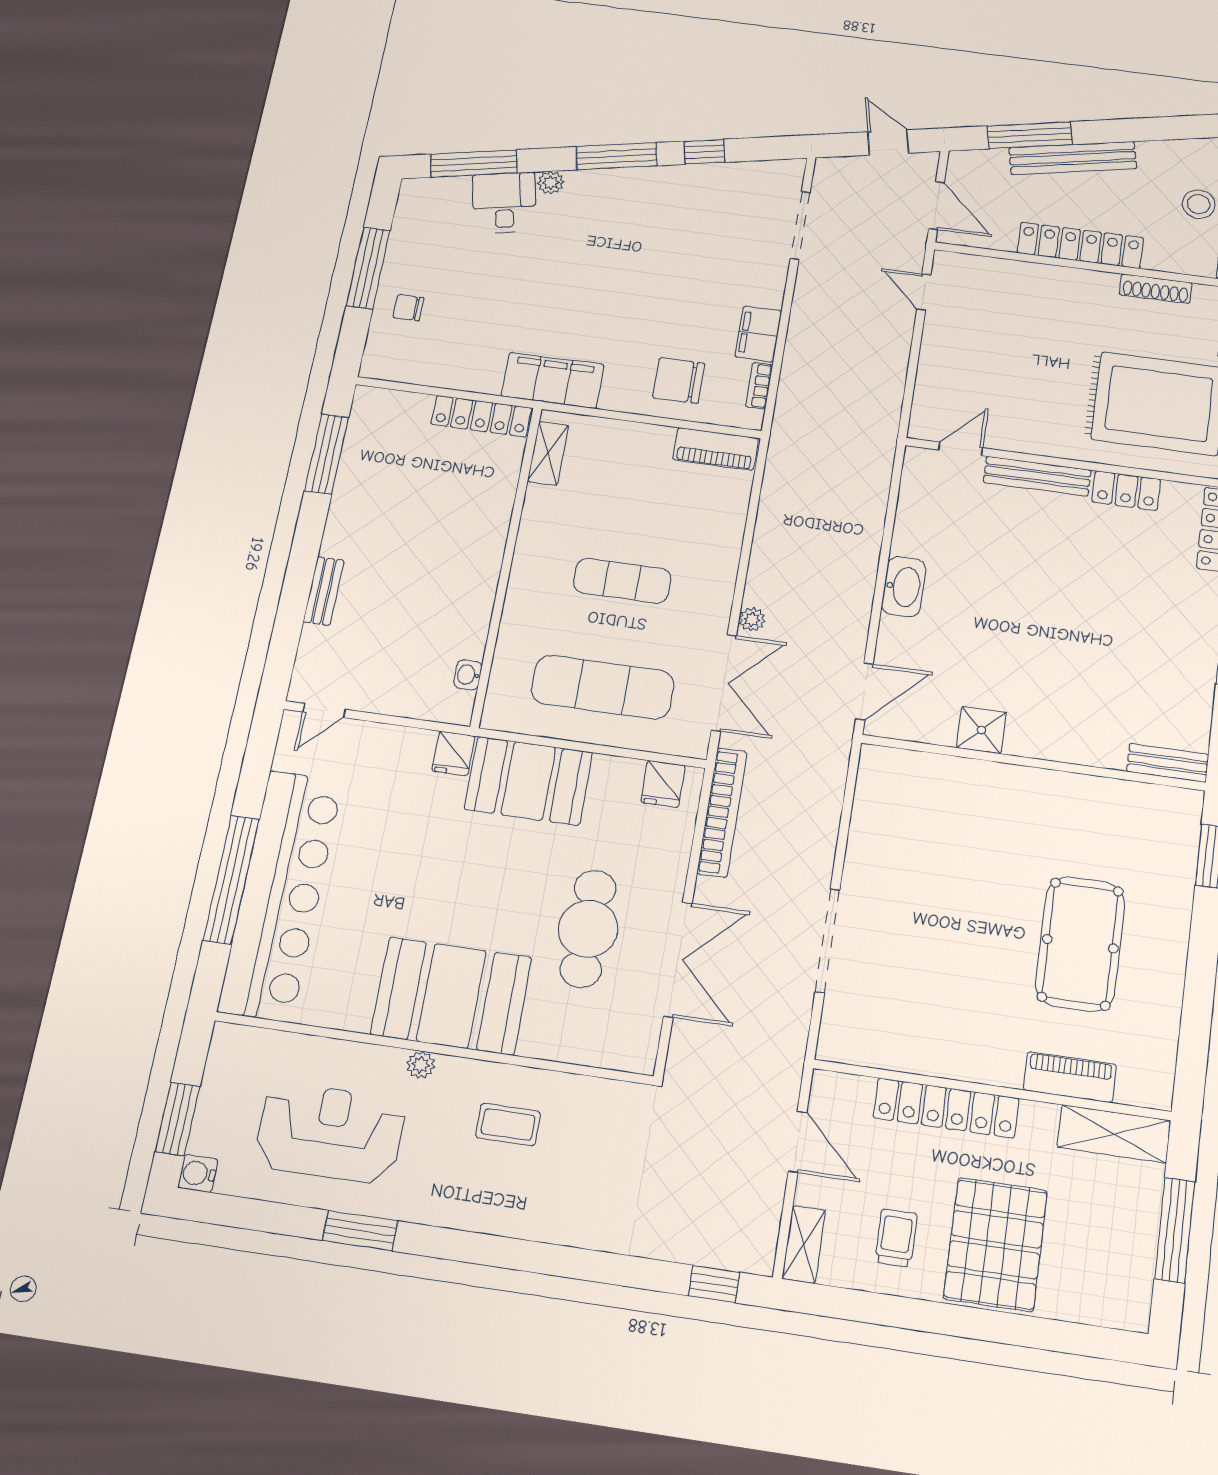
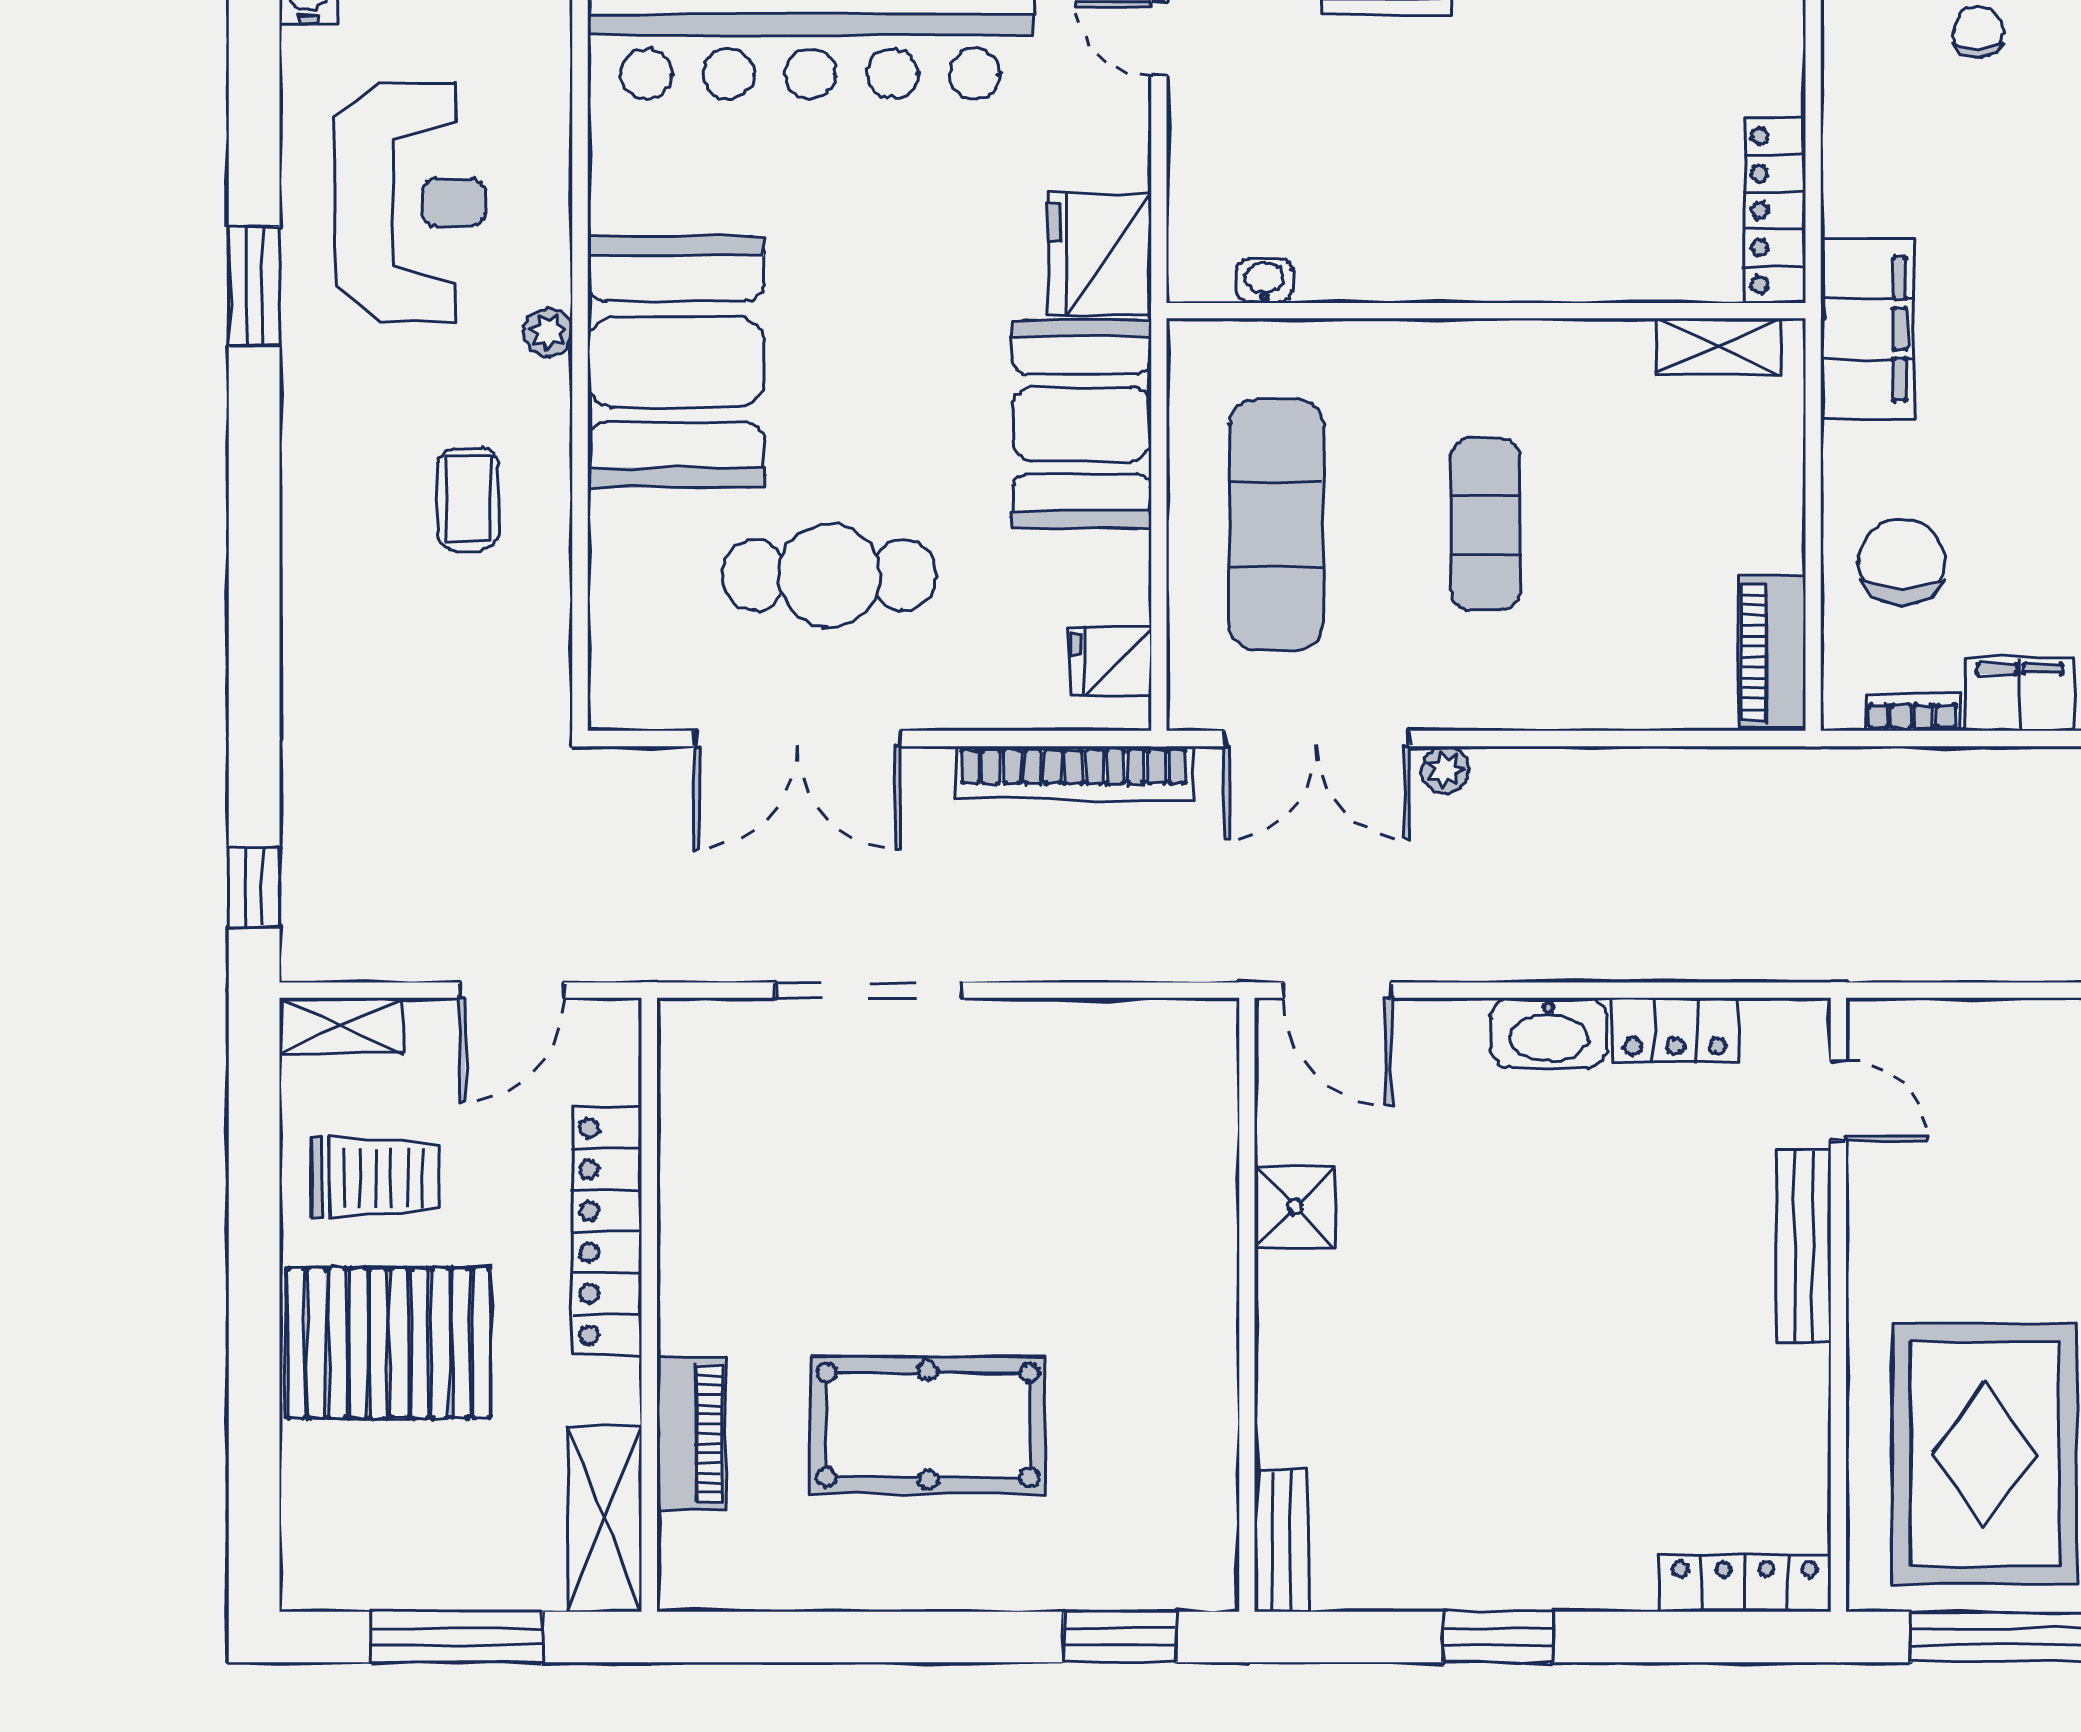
locker: (1126, 491) -> (1675, 1030), moved, turned -90
fridge: (453, 753) -> (1100, 254), width x1.88, depth x1.34
trolley: (896, 1238) -> (375, 1177), width x1.36, depth x1.39

